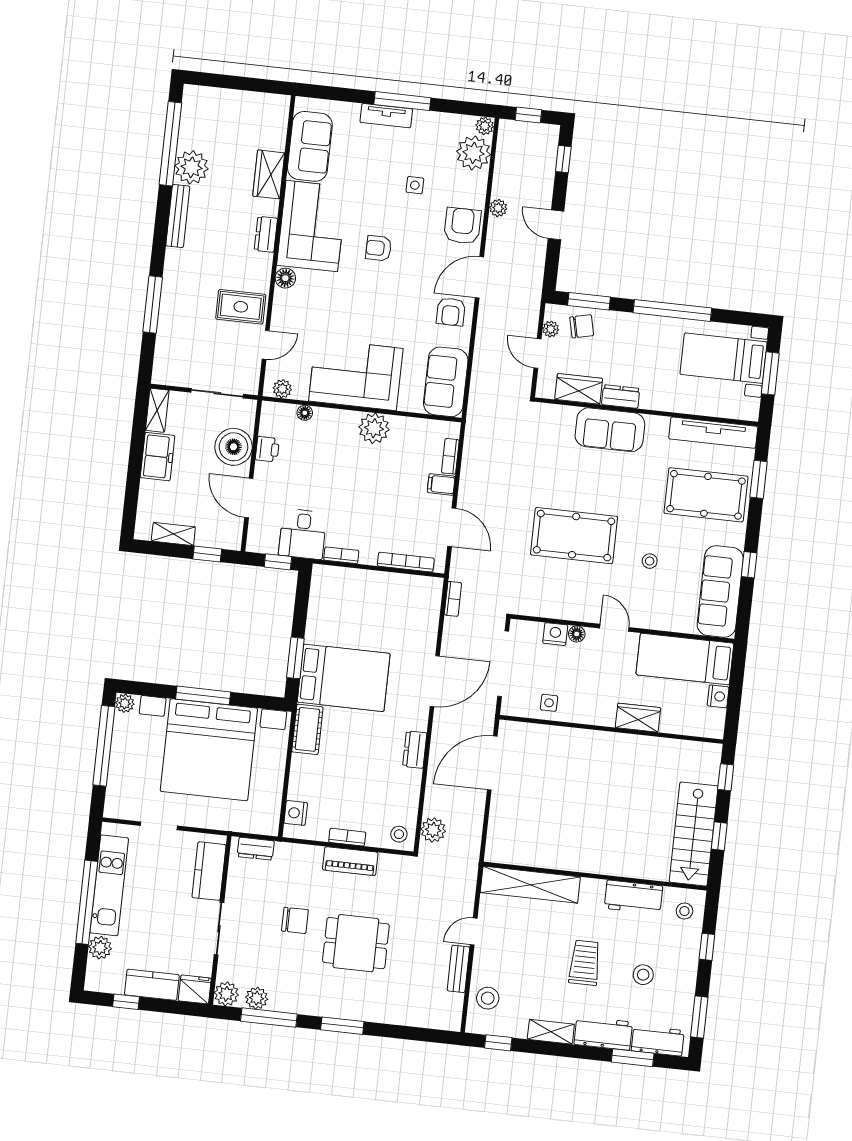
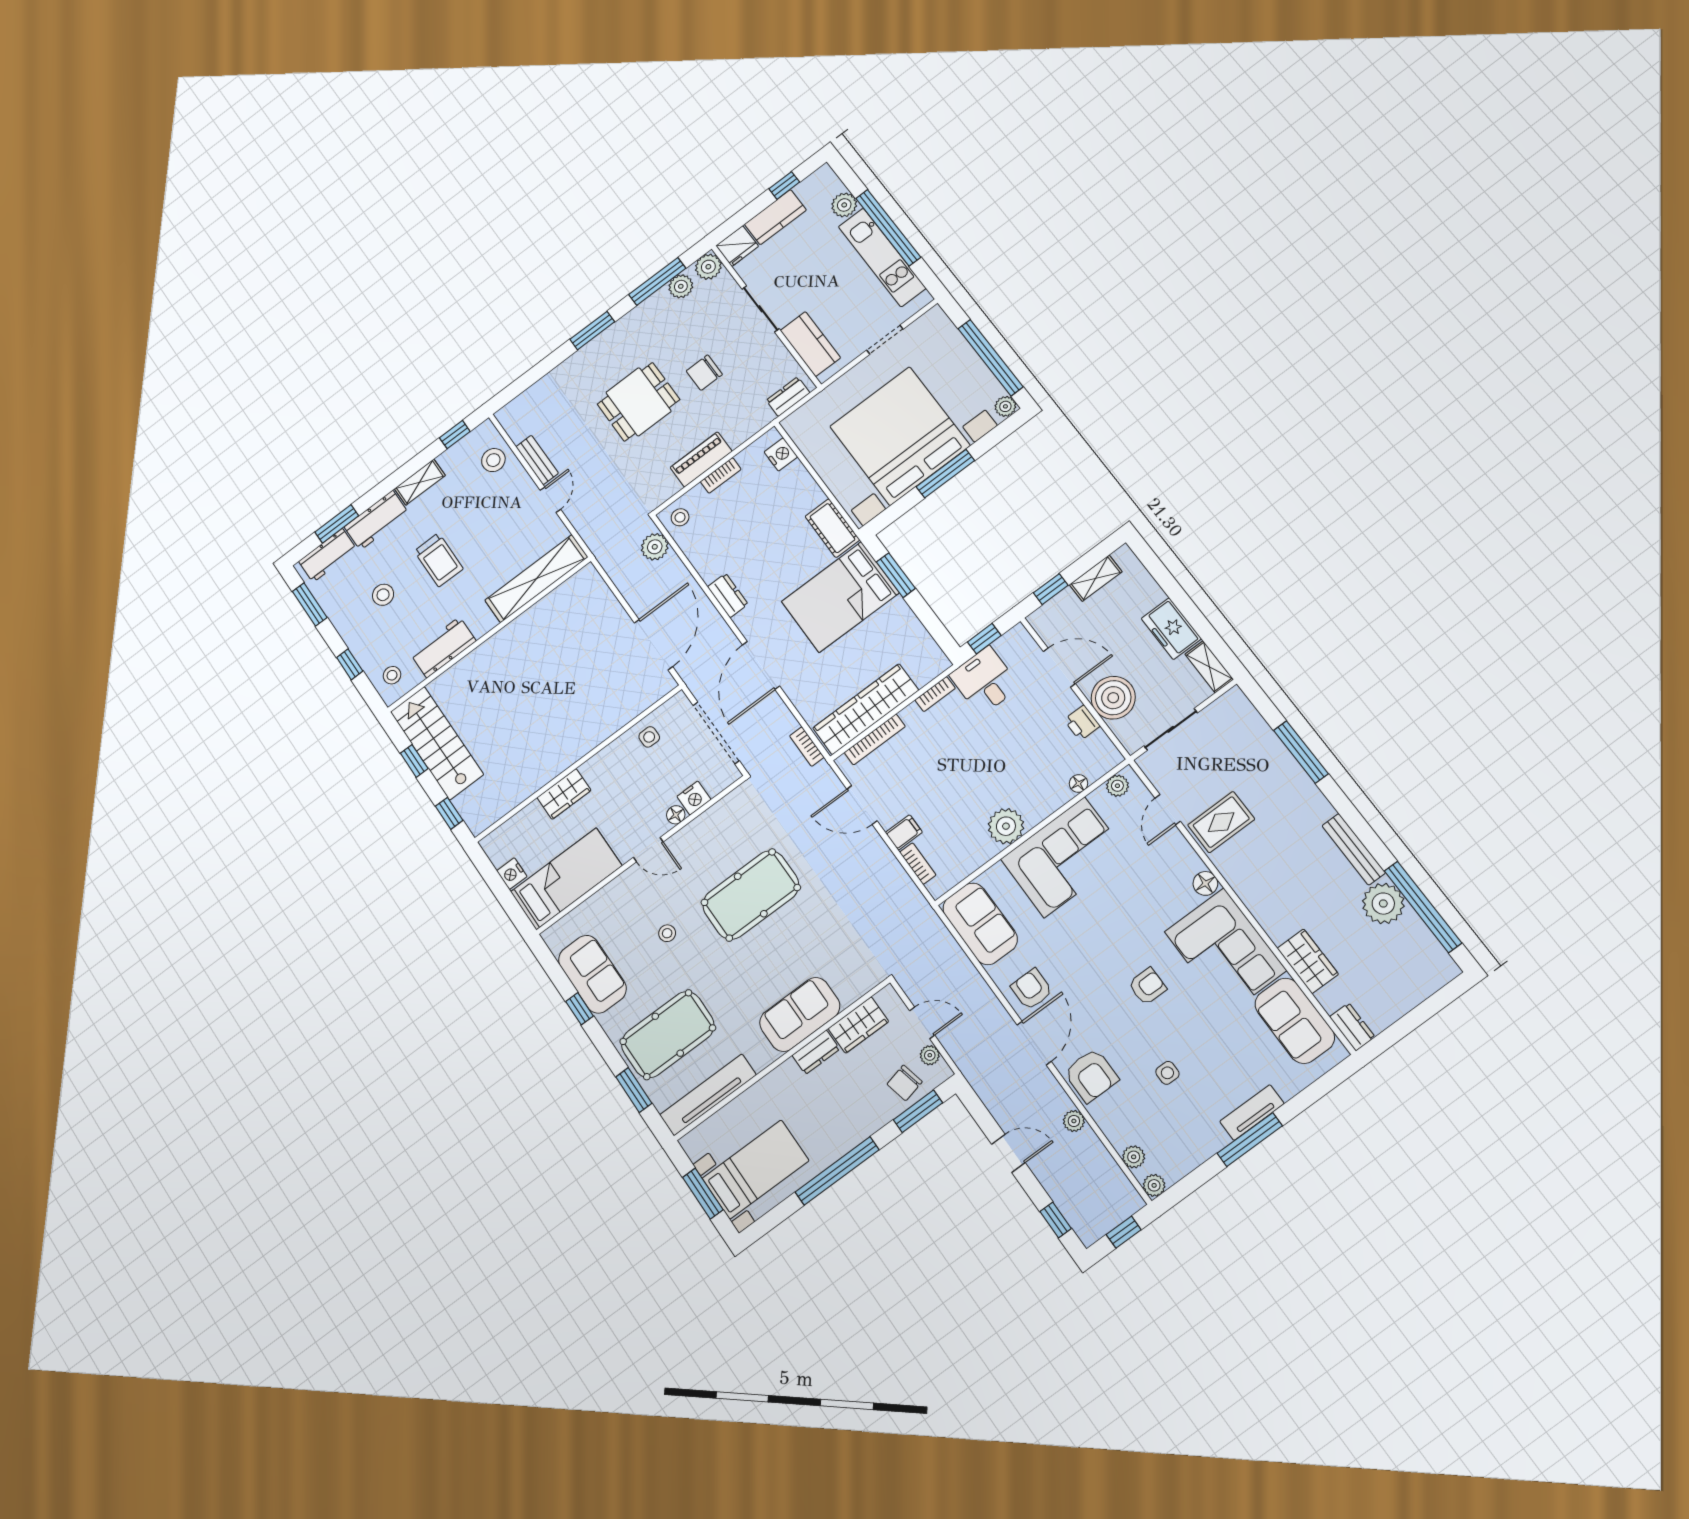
plant: (474, 153) -> (1134, 1157), width x0.53, depth x0.53
dresser: (266, 234) -> (1352, 1027), moved
wardrobe: (394, 588) -> (866, 709), added
sofa: (720, 592) -> (592, 974), width x0.73

